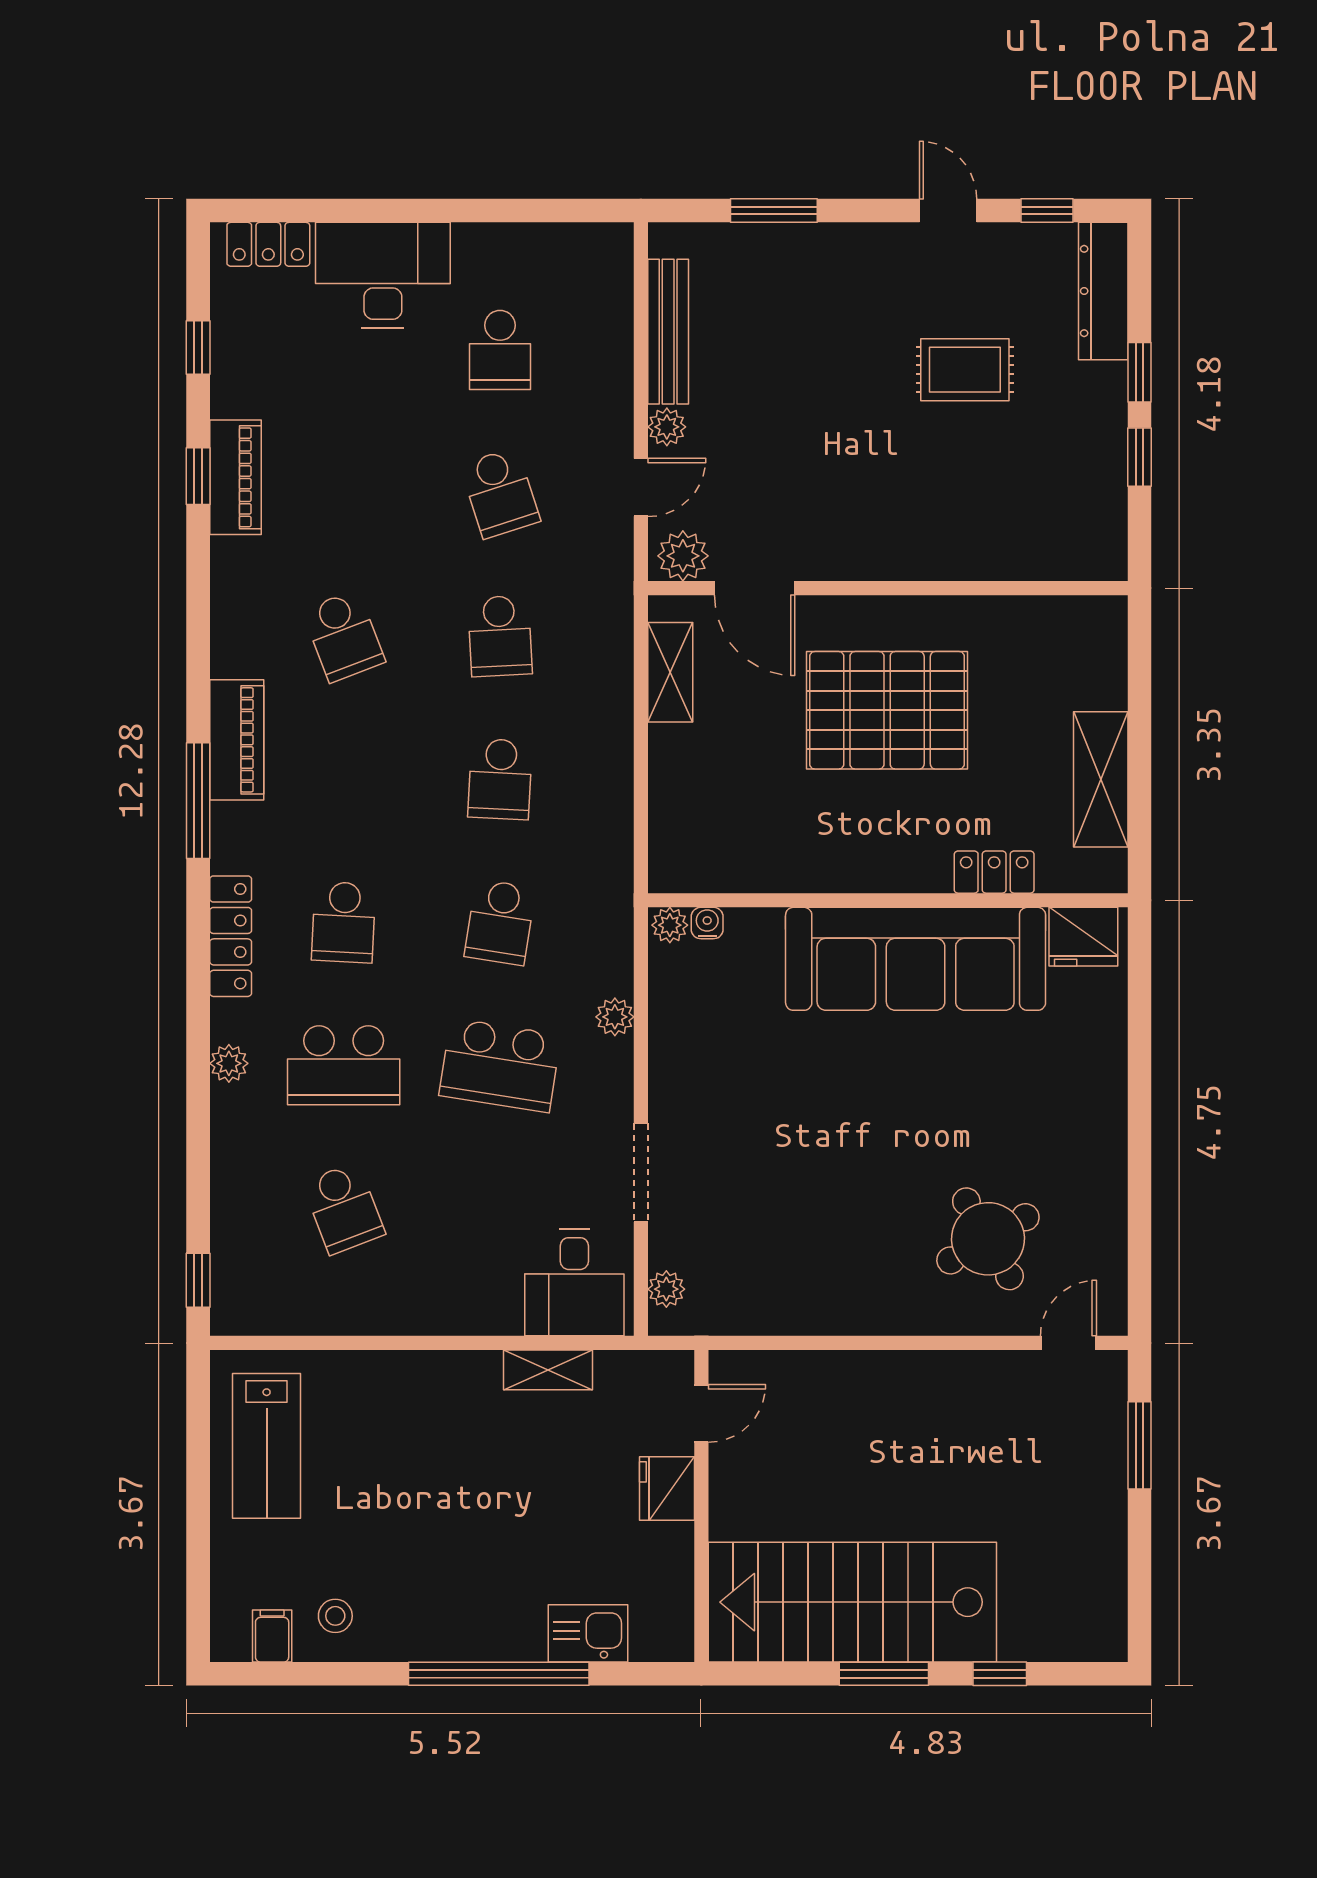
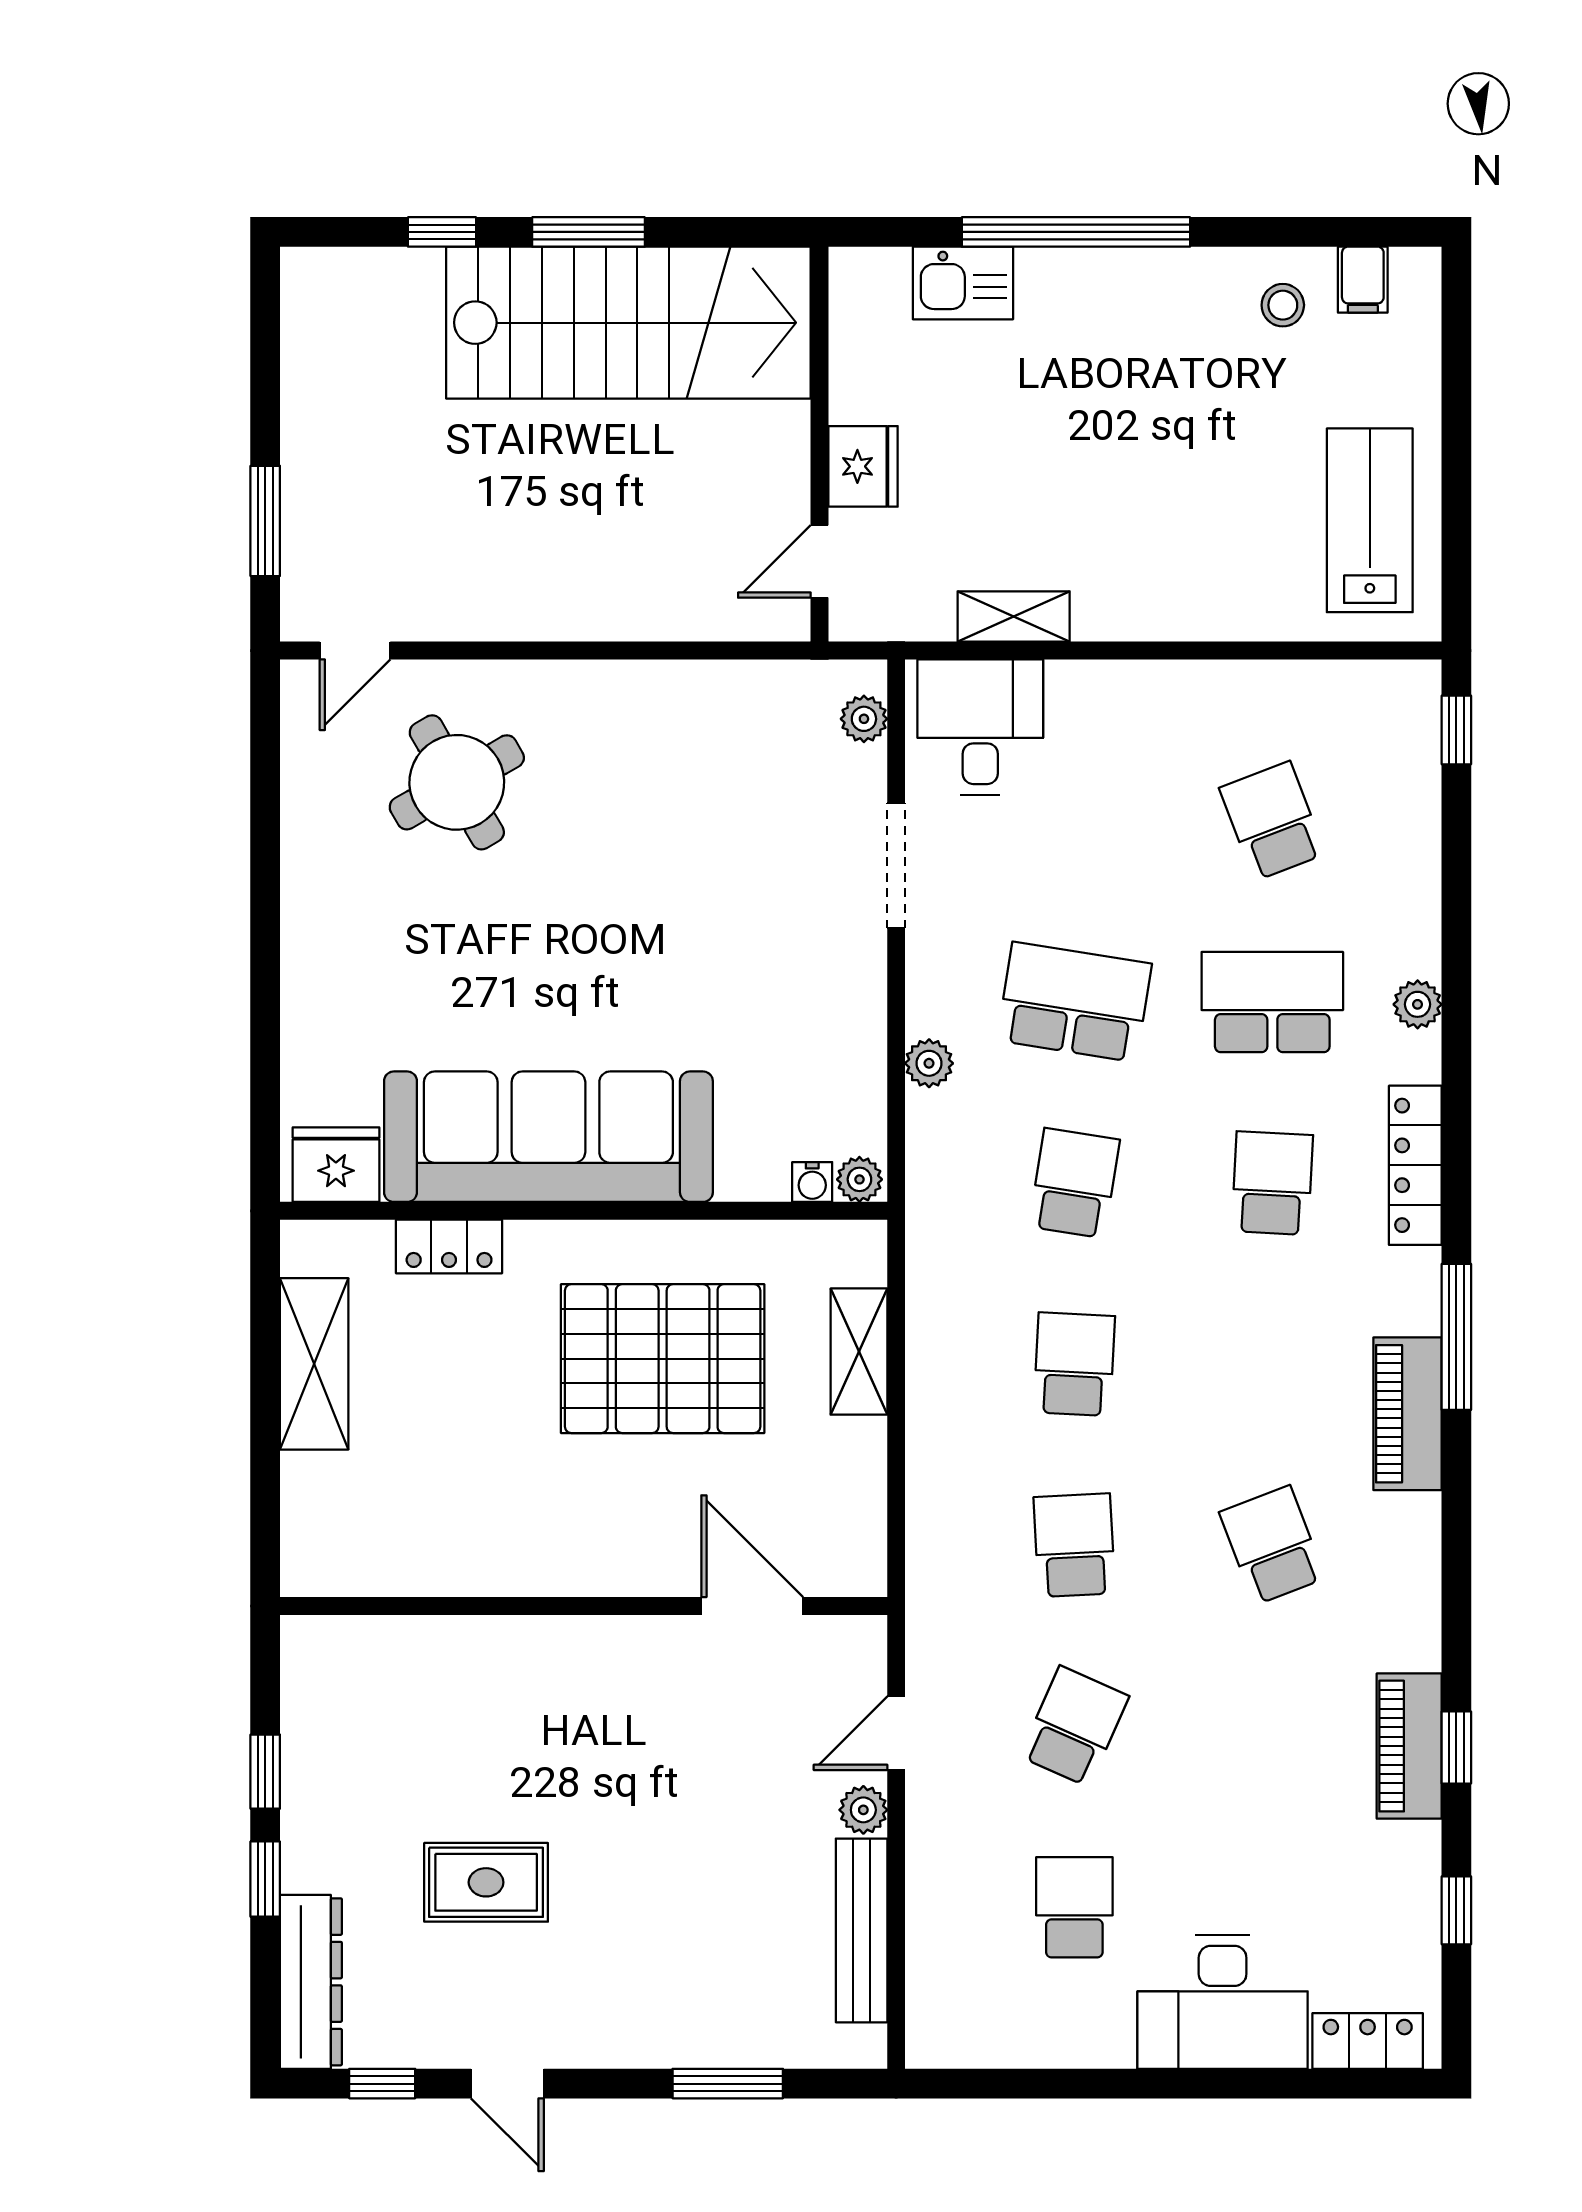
school desk: (500, 493) -> (1074, 1726), turned 42
plant: (683, 556) -> (843, 1647), removed
shelving: (670, 672) -> (859, 1352), moved
pallet: (887, 710) -> (663, 1359), moved

